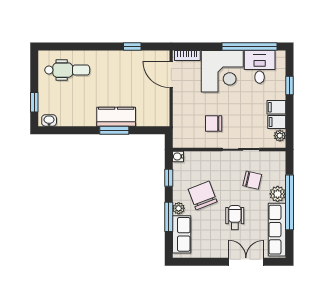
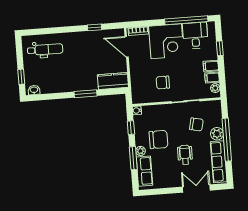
kitchen counter: (116, 117) -> (113, 81), moved
chair: (203, 195) -> (159, 139), turned 111

